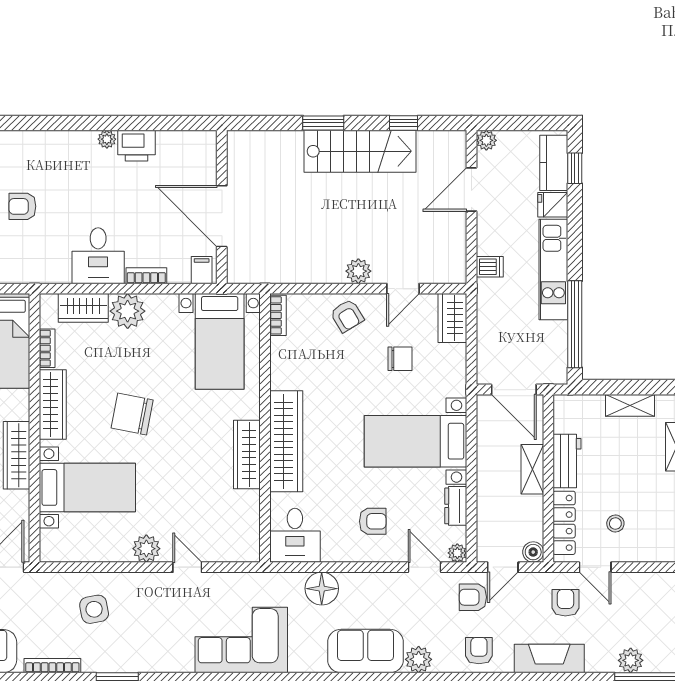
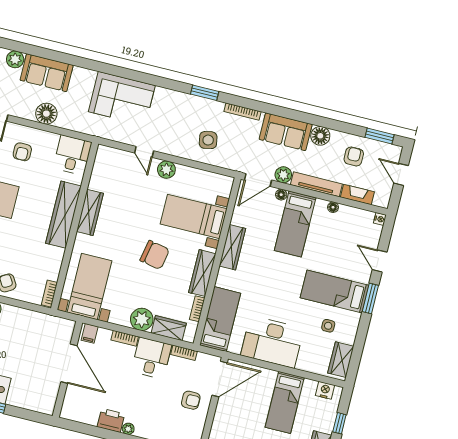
bookcase: (51, 276) -> (184, 353), added
armchair: (373, 521) -> (22, 152), turned -90
floor lamp: (322, 589) -> (46, 114), moved

